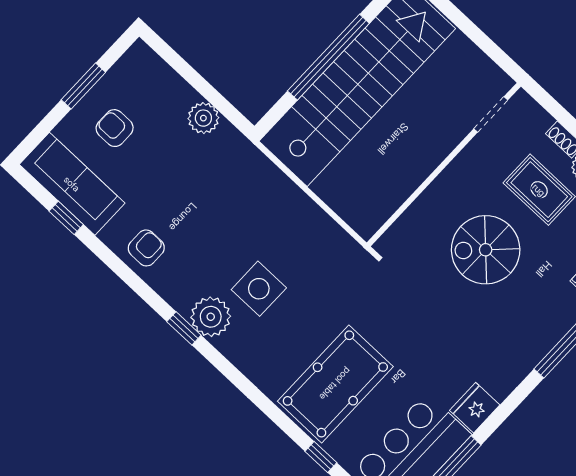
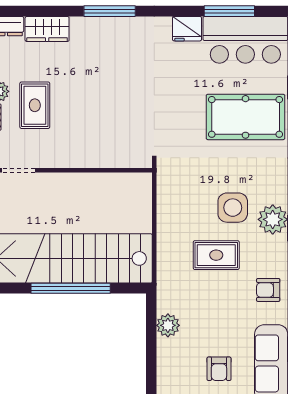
rug: (228, 229) -> (216, 255), added
spiral stairs: (486, 250) -> (95, 104), removed

